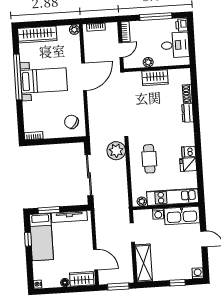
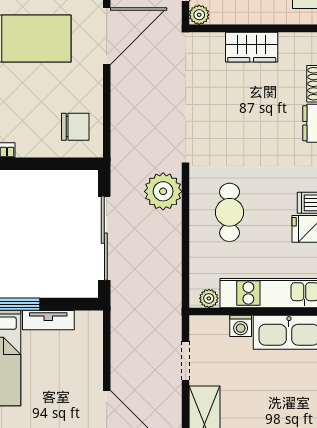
plant: (148, 62) -> (199, 15), moved
chair: (71, 122) -> (75, 127), turned 144
tv unit: (69, 217) -> (48, 320), width x0.71

